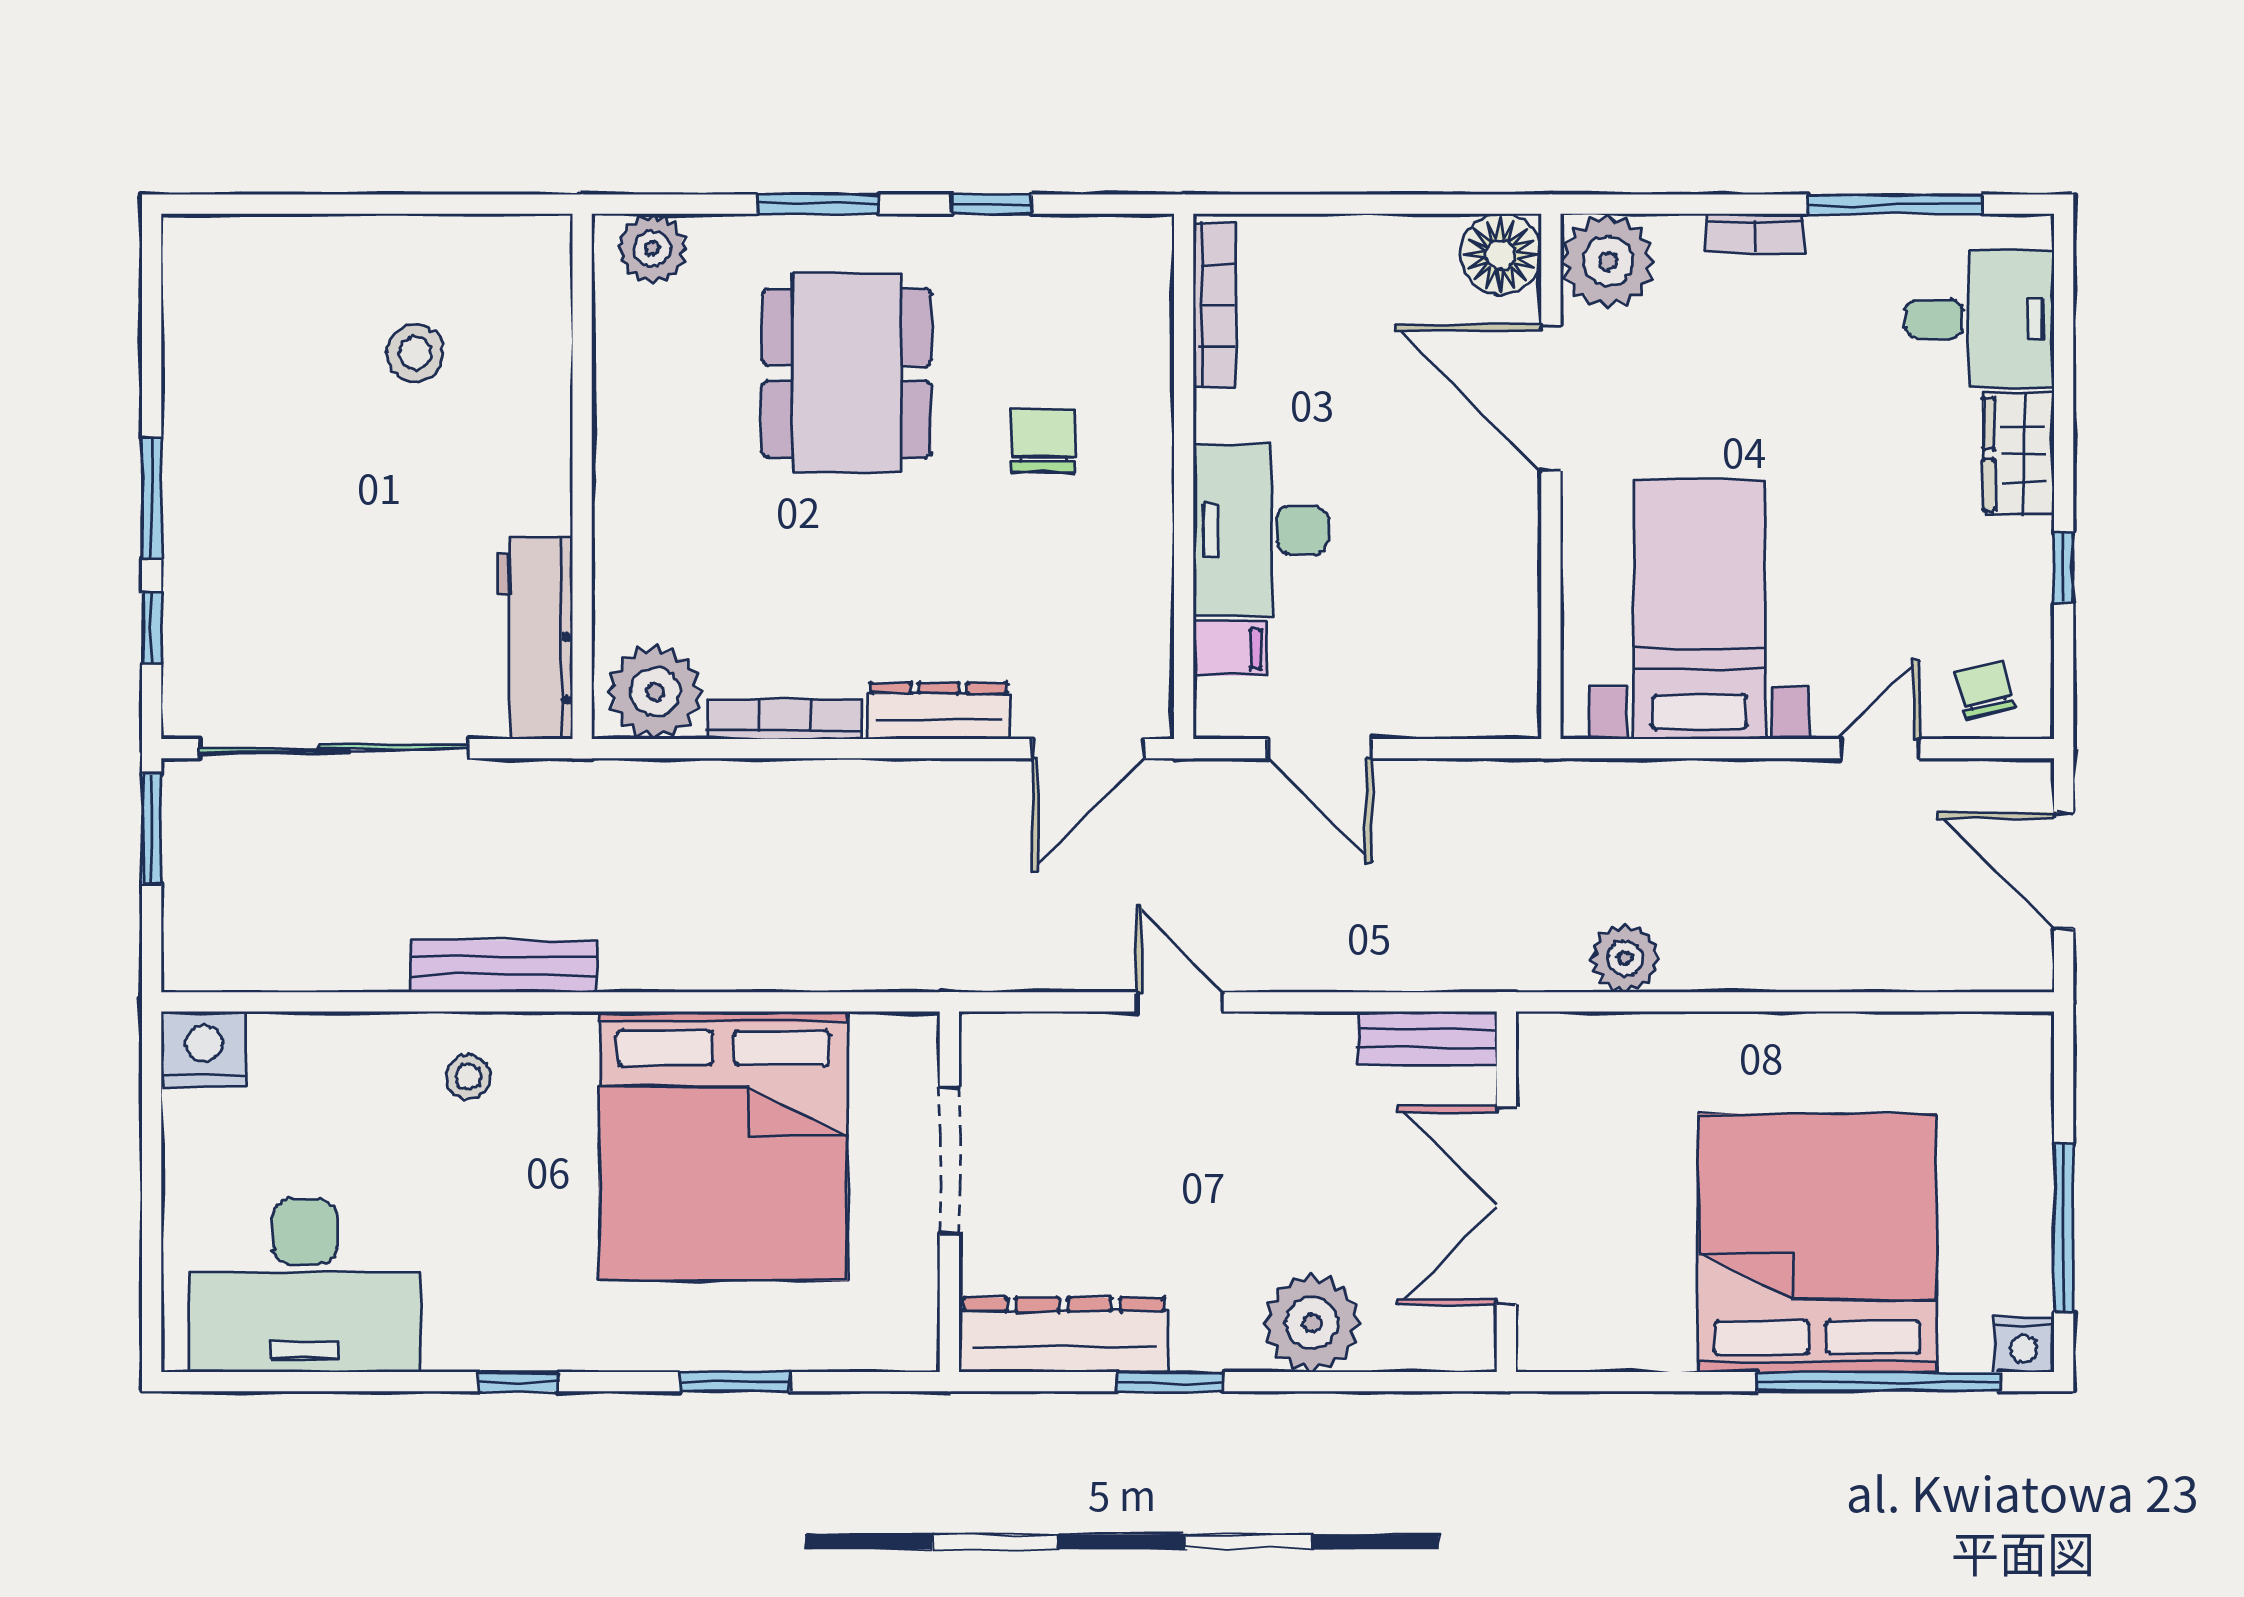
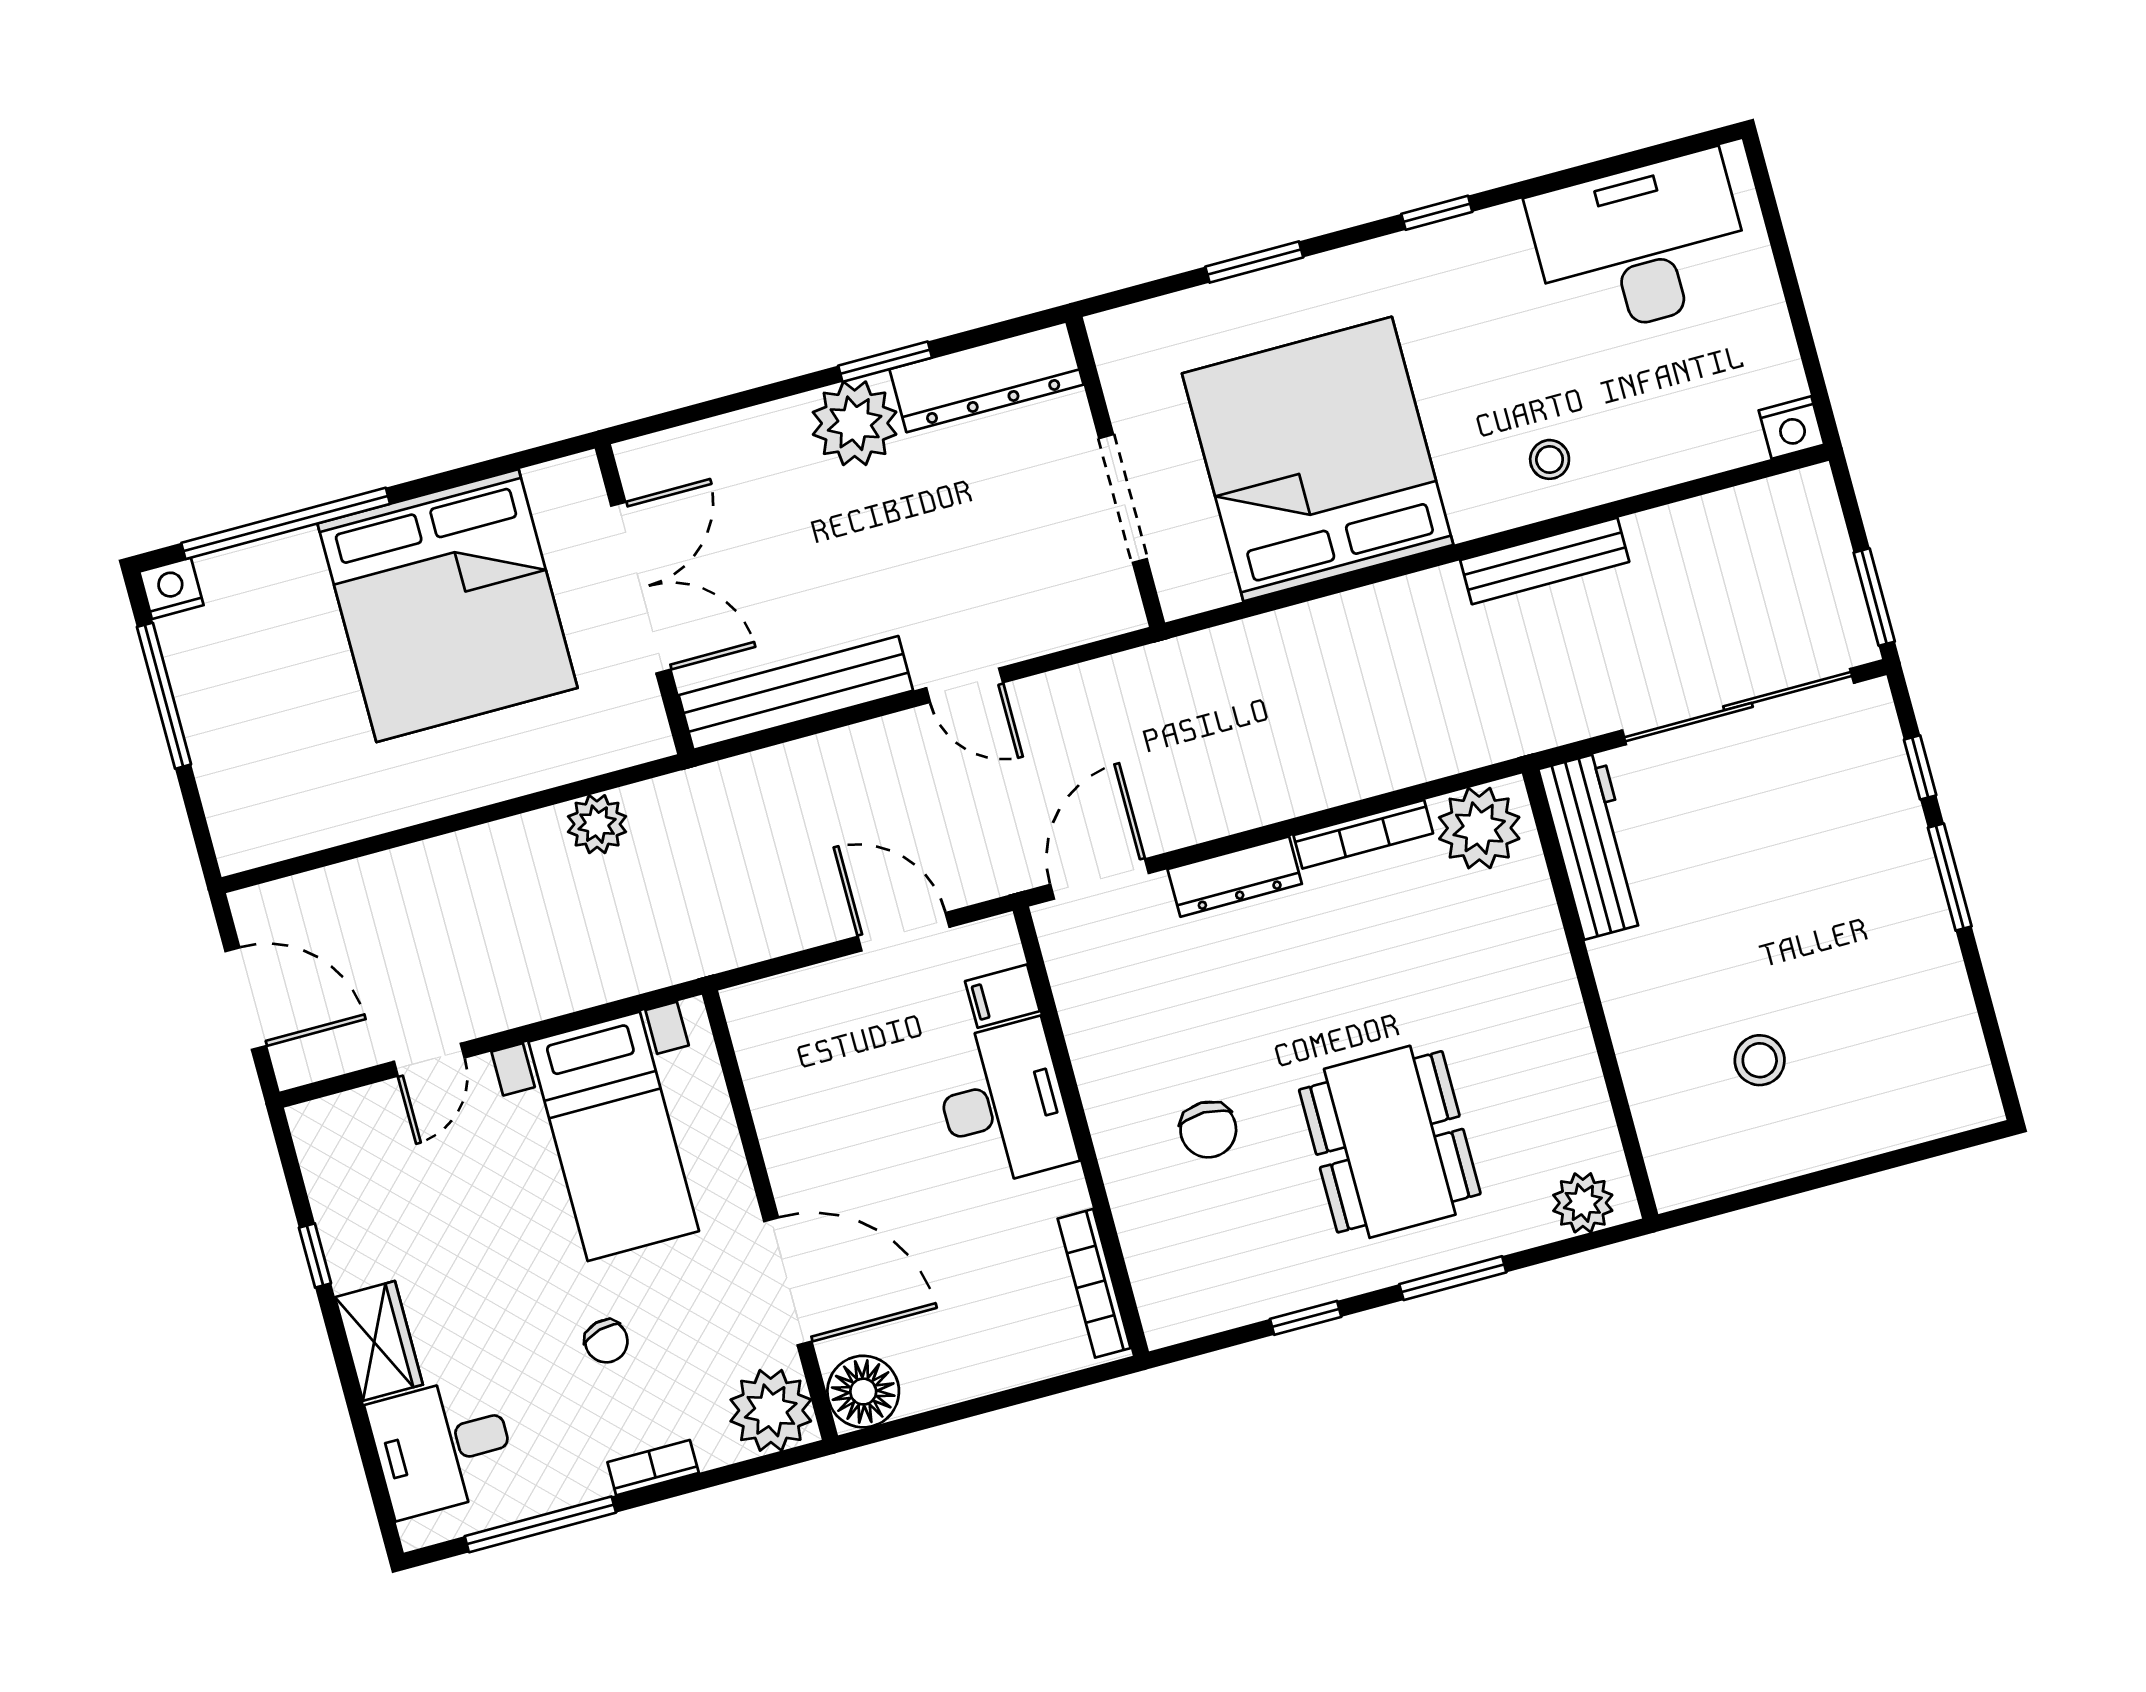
chair: (1984, 689) -> (606, 1341), moved
bench: (1427, 1038) -> (796, 693), width x1.86, depth x1.21
nightstand: (204, 1049) -> (1791, 427), width x0.74, depth x0.75
bed: (1817, 1243) -> (448, 606), moved
plant: (1312, 1323) -> (855, 423), moved

